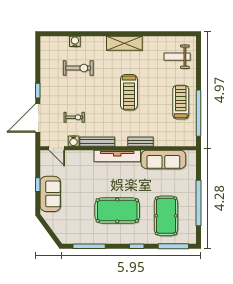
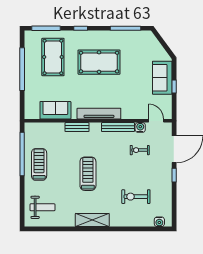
water cooler: (75, 41) -> (159, 222), moved
treadmill: (181, 102) -> (39, 164), turned 180
sofa: (163, 159) -> (55, 110), width x0.73

